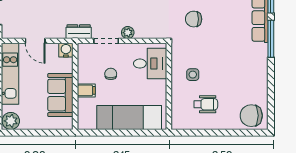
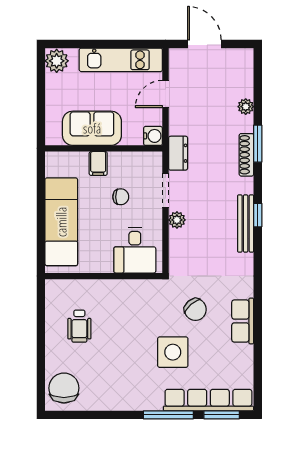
chair: (194, 19) -> (195, 310), turned 139
side table: (193, 75) -> (173, 352), moved, width x1.87, depth x1.87

